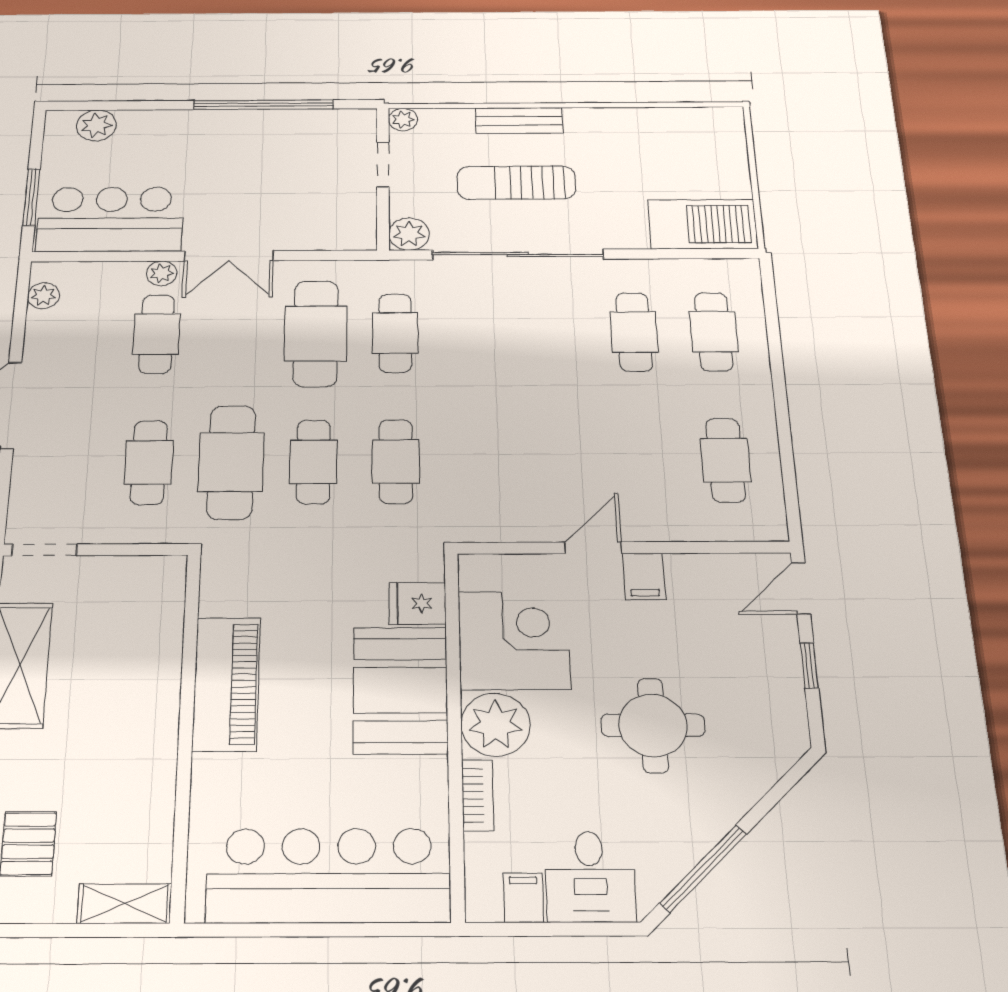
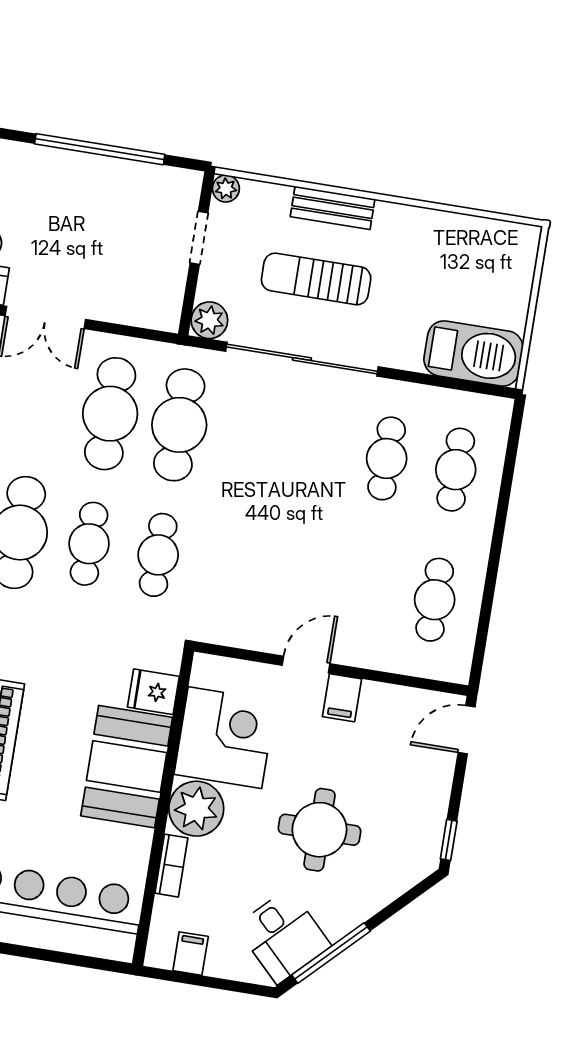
cafe table: (395, 333) -> (179, 425), width x1.37, depth x1.35
window: (809, 666) -> (449, 840), moved
desk: (590, 877) -> (283, 936), moved, turned -45

